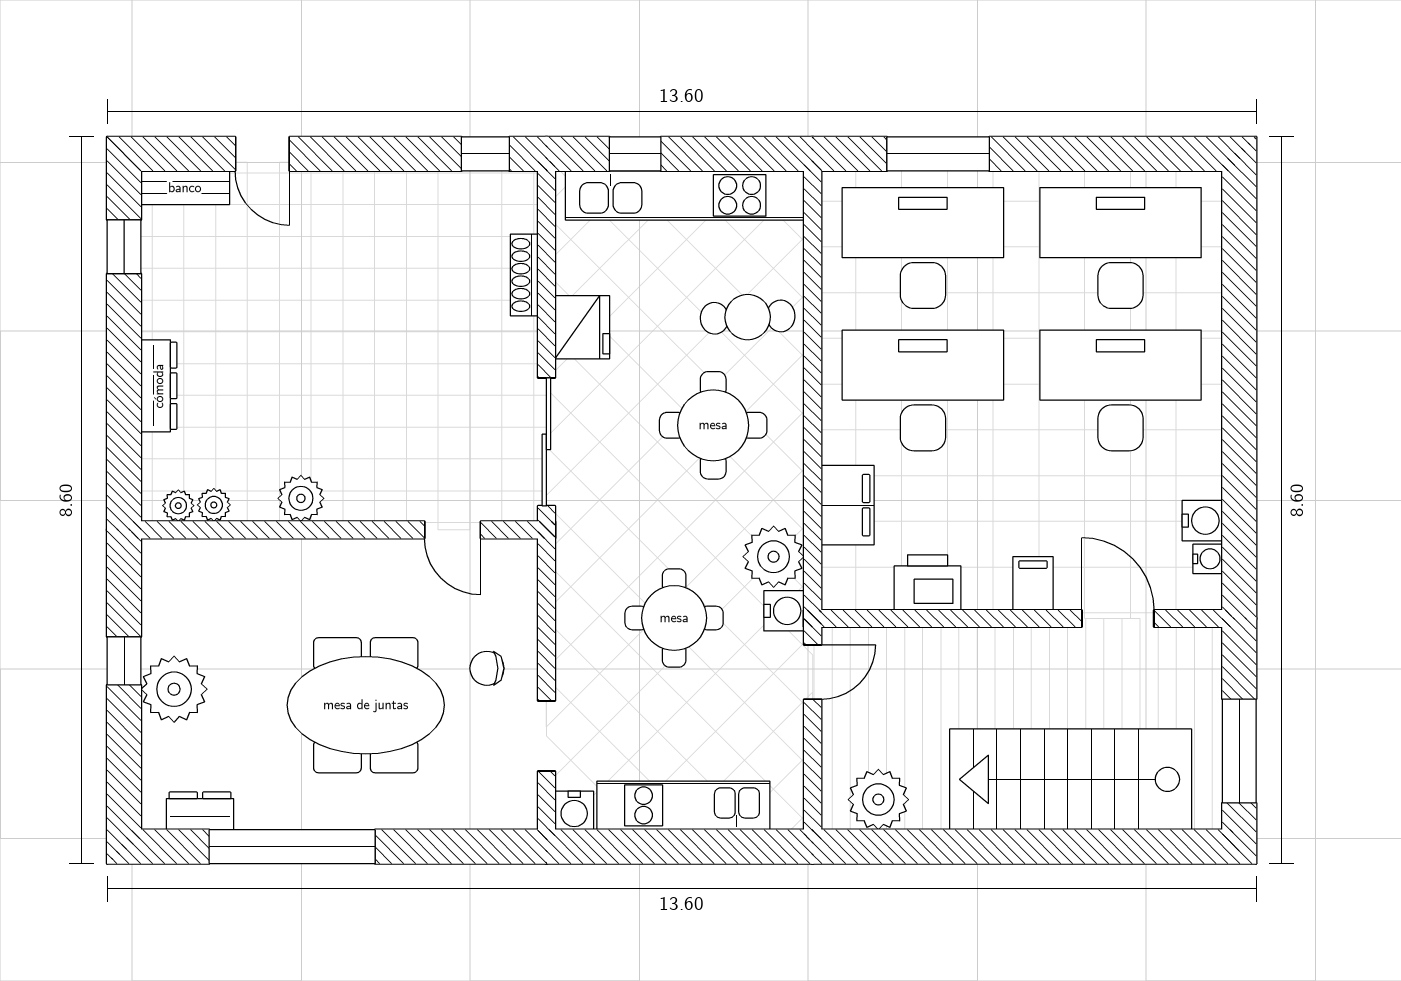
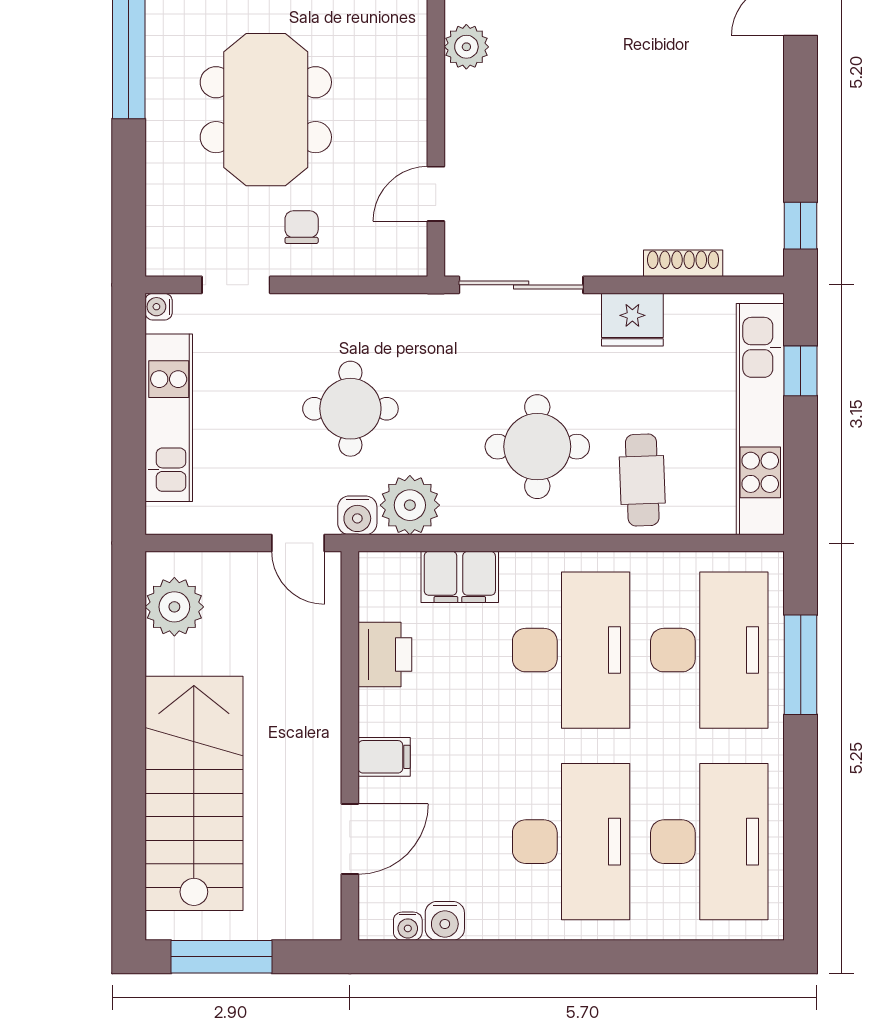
water cooler: (574, 810) -> (159, 307), width x0.72, depth x0.72

